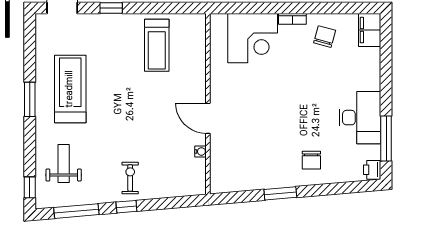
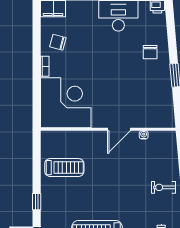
corner desk: (253, 38) -> (66, 103), width x1.36, depth x1.36
chair: (311, 160) -> (150, 52), turned 90

